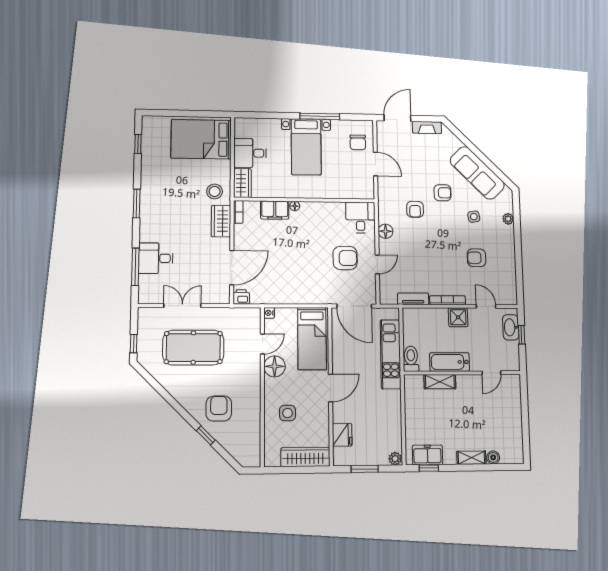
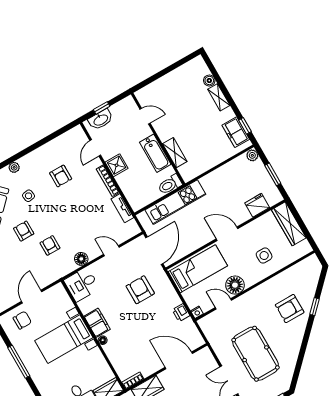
bed with nightstands: (306, 147) -> (64, 339), moved, turned 180
armchair: (415, 209) -> (50, 245), turned -90
filing cabinet: (275, 210) -> (97, 323), moved
armchair: (345, 258) -> (140, 290), moved
printer: (241, 297) -> (181, 313), moved

